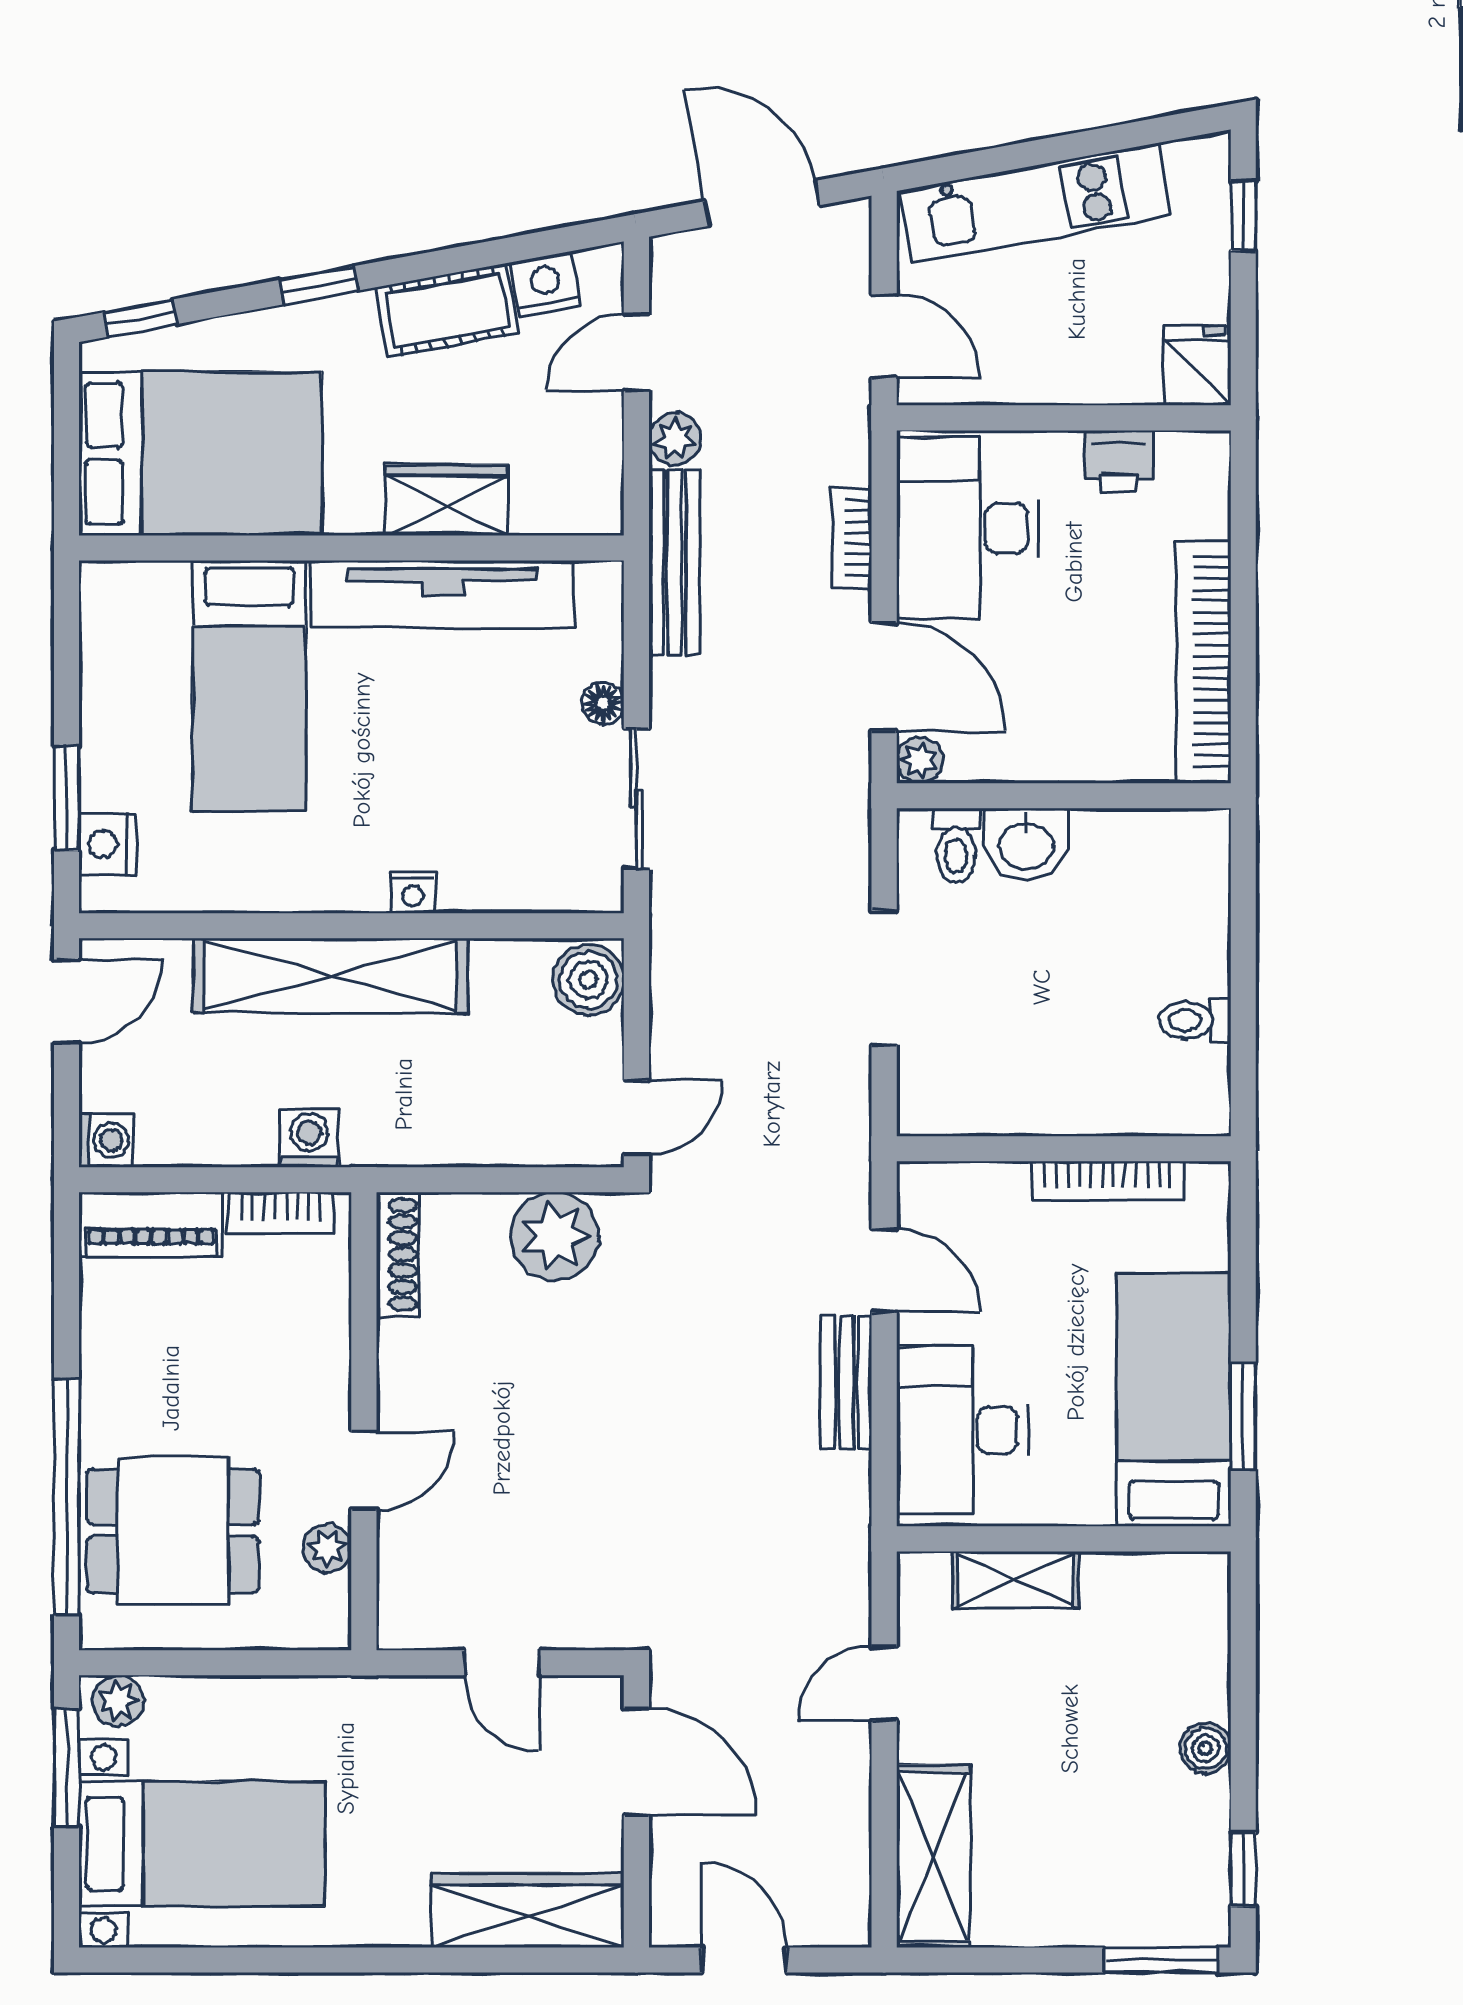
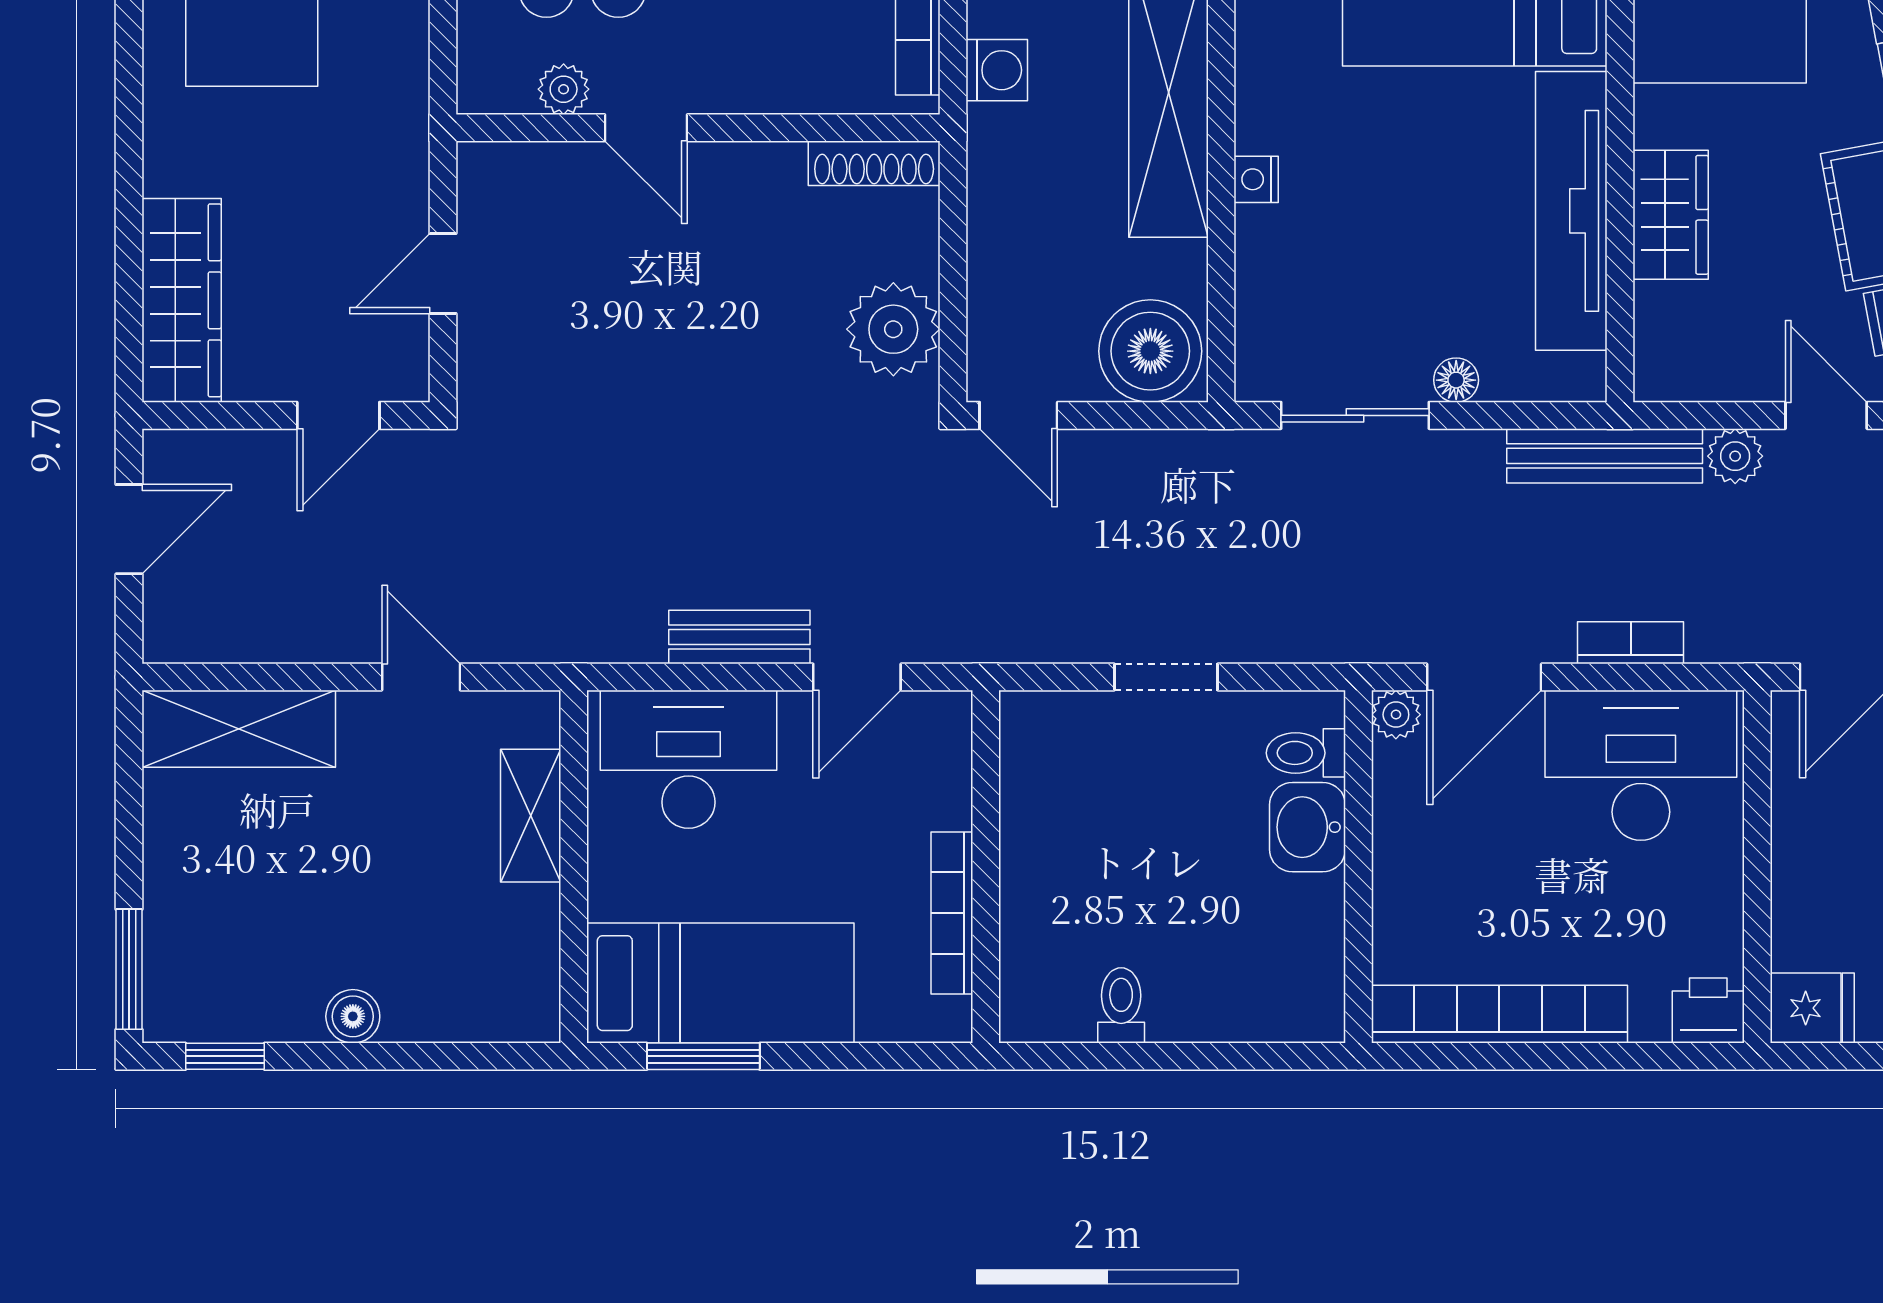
printer: (1119, 461) -> (1708, 1011), moved, turned 90
doorway: (884, 978) -> (1166, 677), width x0.73
boiler: (588, 980) -> (1150, 351), width x1.37, depth x1.37
door: (636, 1762) -> (338, 415), width x0.73

